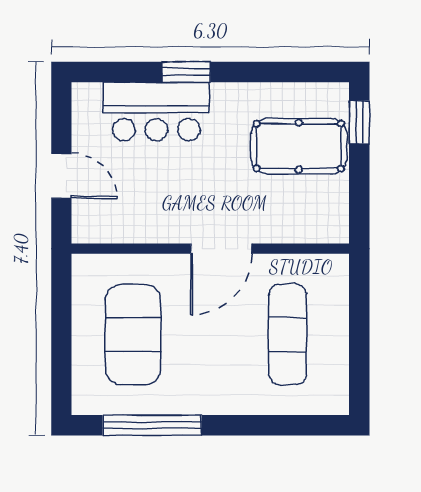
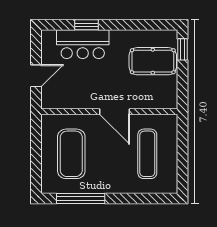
window: (186, 72) -> (87, 25), moved
door: (61, 176) -> (36, 76), hinge flipped
door: (221, 249) -> (115, 112), hinge flipped

